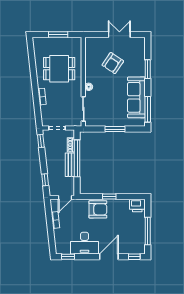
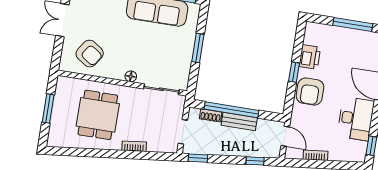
armchair: (113, 63) -> (90, 54), moved
printer: (137, 205) -> (310, 57), moved
armchair: (98, 209) -> (310, 91), turned 180

